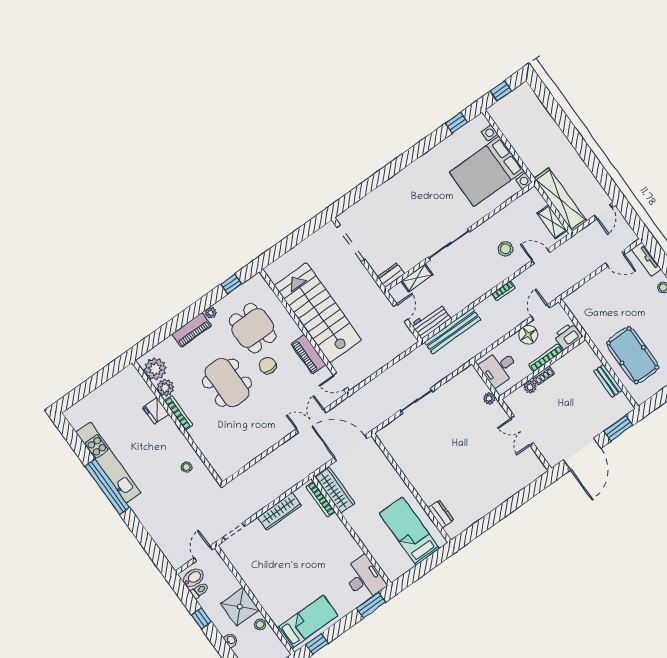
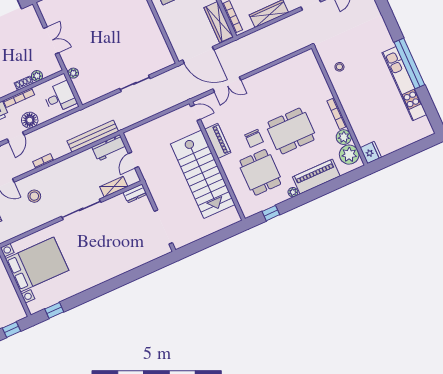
piano: (192, 330) -> (316, 177), width x1.37, depth x1.33
dining table: (227, 382) -> (291, 131), turned 90
fridge: (156, 411) -> (371, 153), moved

